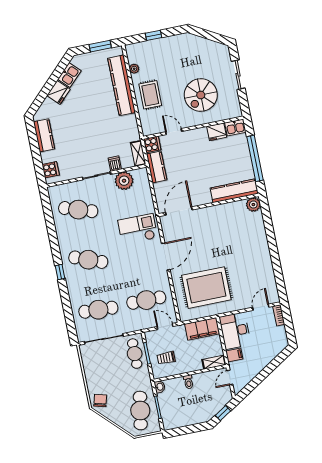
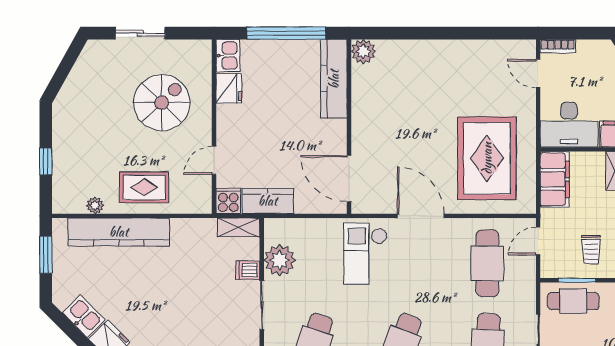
spiral stairs: (201, 95) -> (162, 103), turned -90

